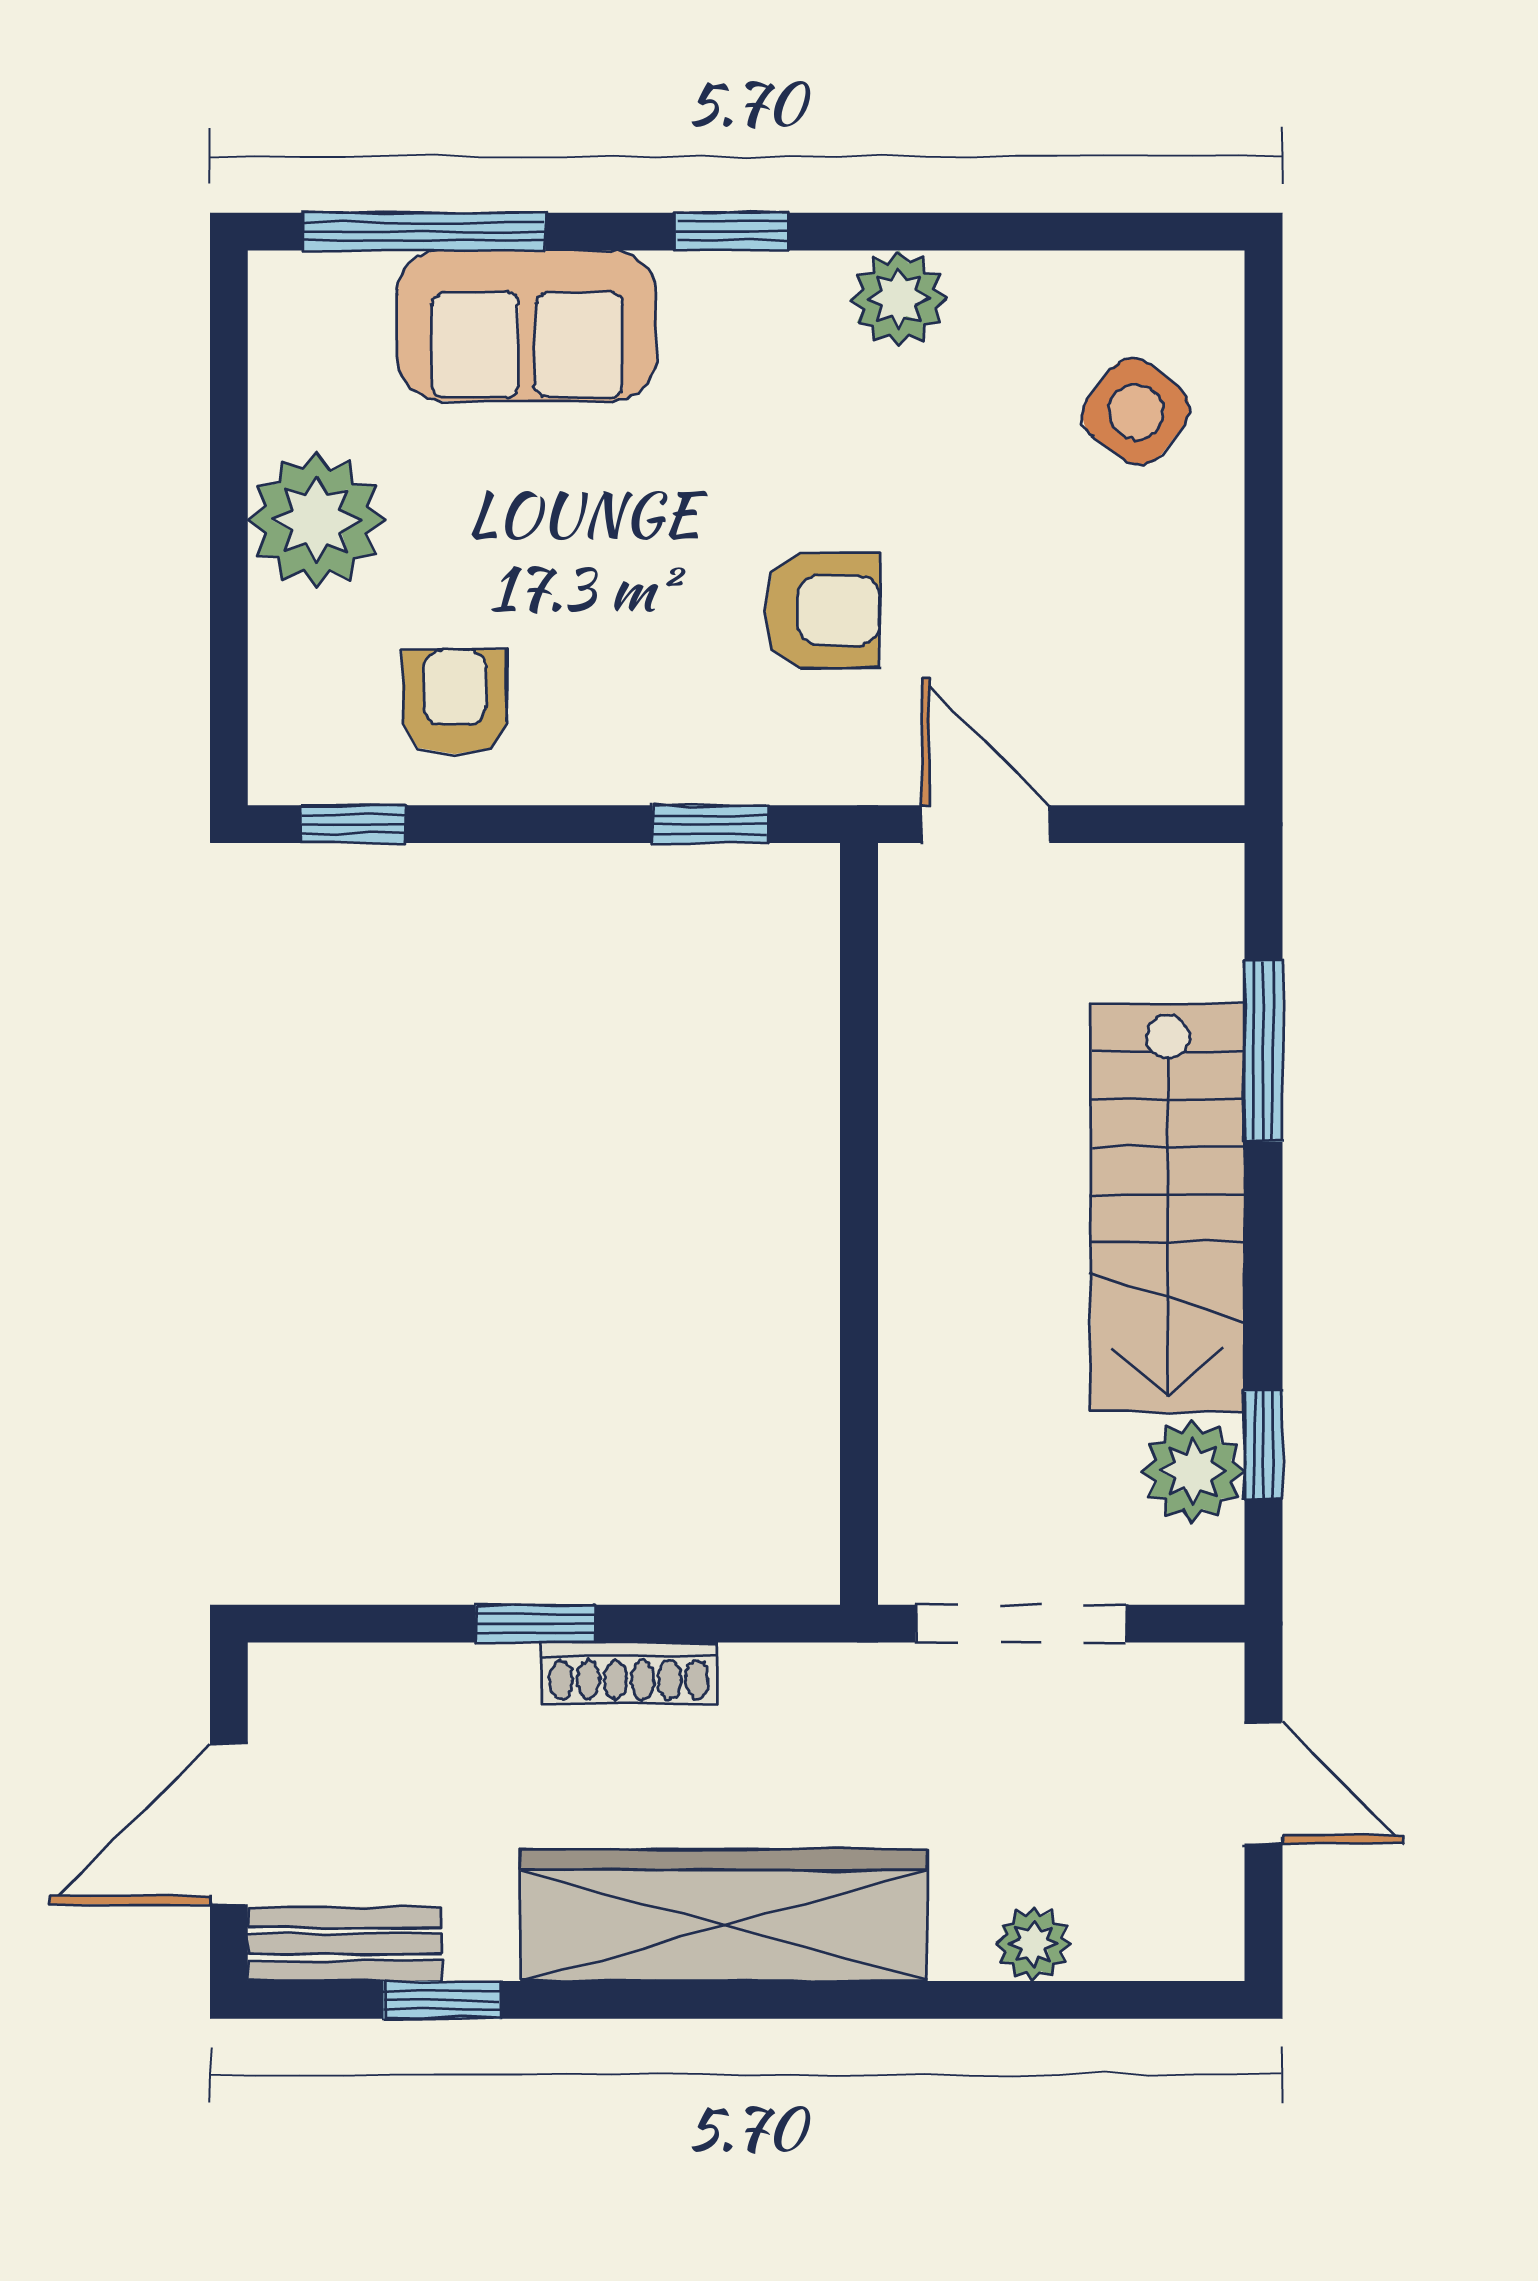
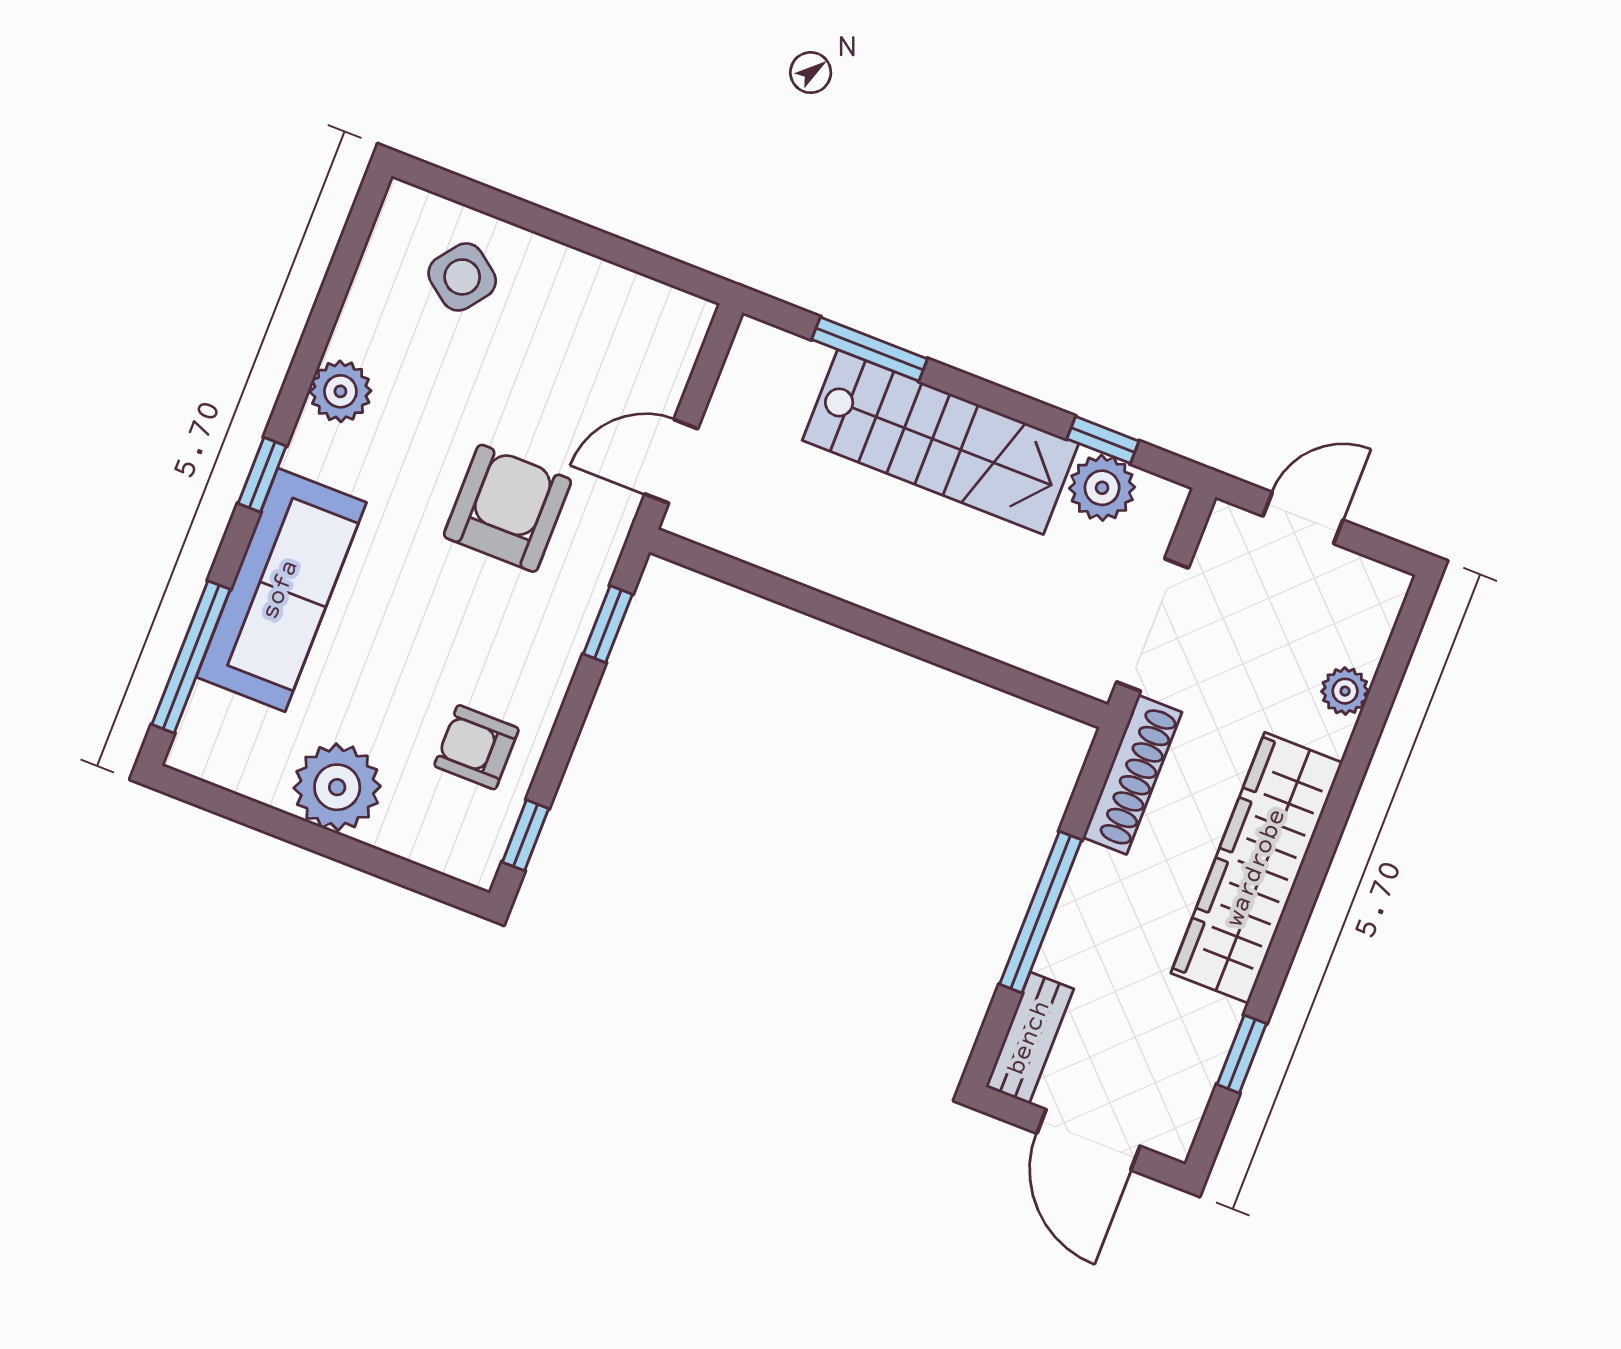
sofa: (527, 326) -> (281, 590), width x1.36
armchair: (823, 611) -> (507, 508), width x1.38, depth x1.38
window: (535, 1624) -> (1041, 912), width x2.17
shoe rack: (629, 1673) -> (1132, 775), moved, width x1.36, depth x1.24
bench: (345, 1944) -> (1030, 1038), moved

